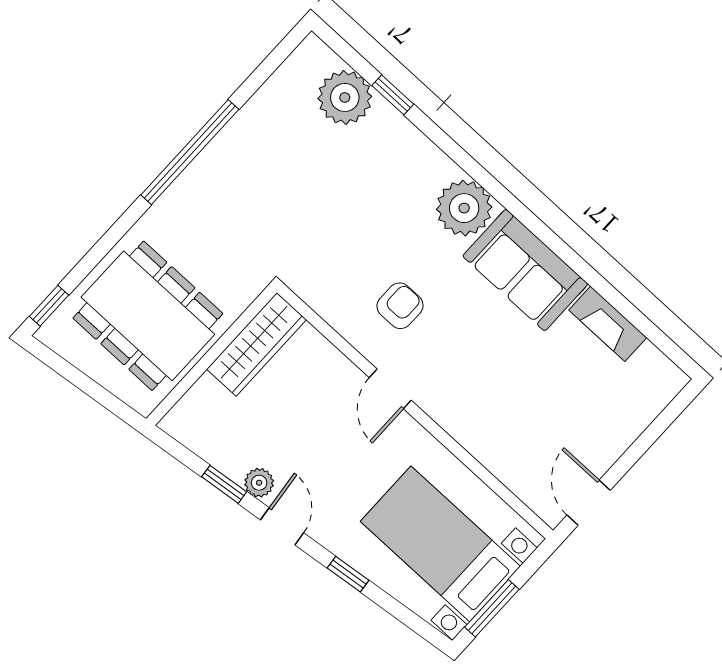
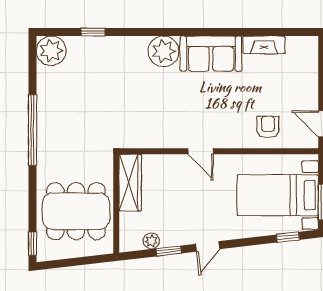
plant: (345, 97) -> (51, 51), moved
armchair: (400, 306) -> (268, 127), moved
plant: (259, 483) -> (151, 241), moved
door: (282, 526) -> (208, 246), swing flipped
window: (348, 574) -> (288, 237), moved

